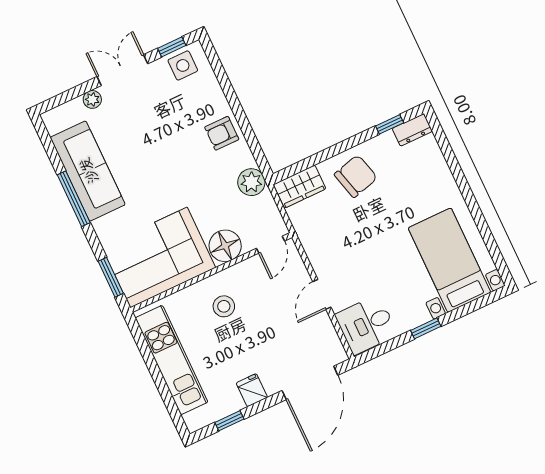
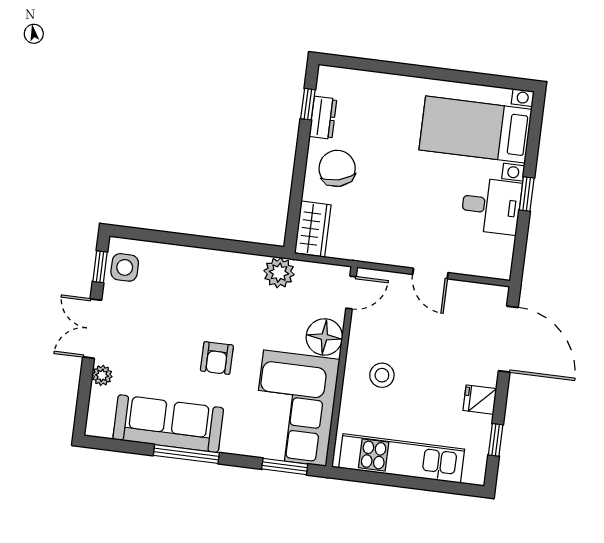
dresser: (412, 130) -> (323, 118), moved
armchair: (222, 133) -> (217, 358), moved
door: (271, 245) -> (351, 292), hinge flipped
desk: (366, 325) -> (491, 206), moved, turned -90

